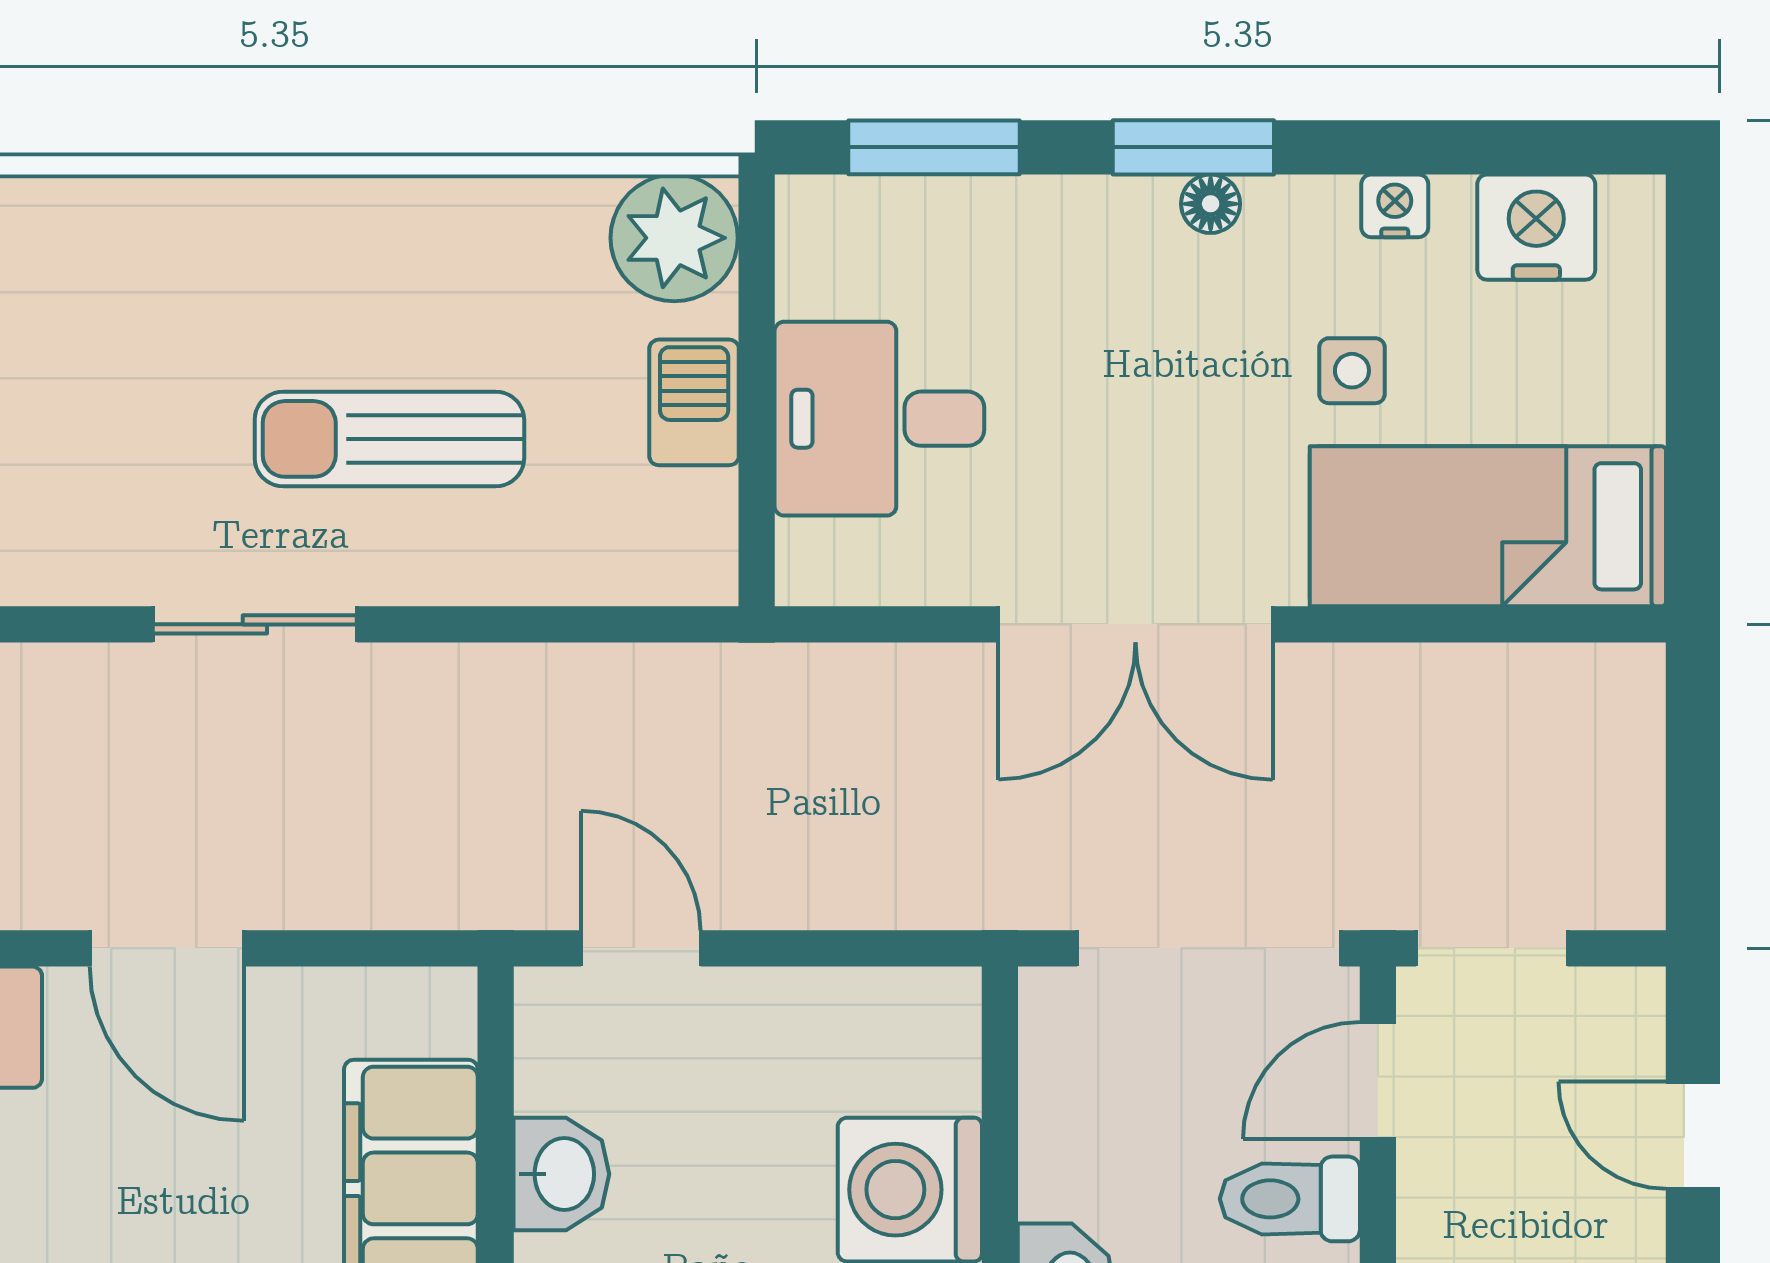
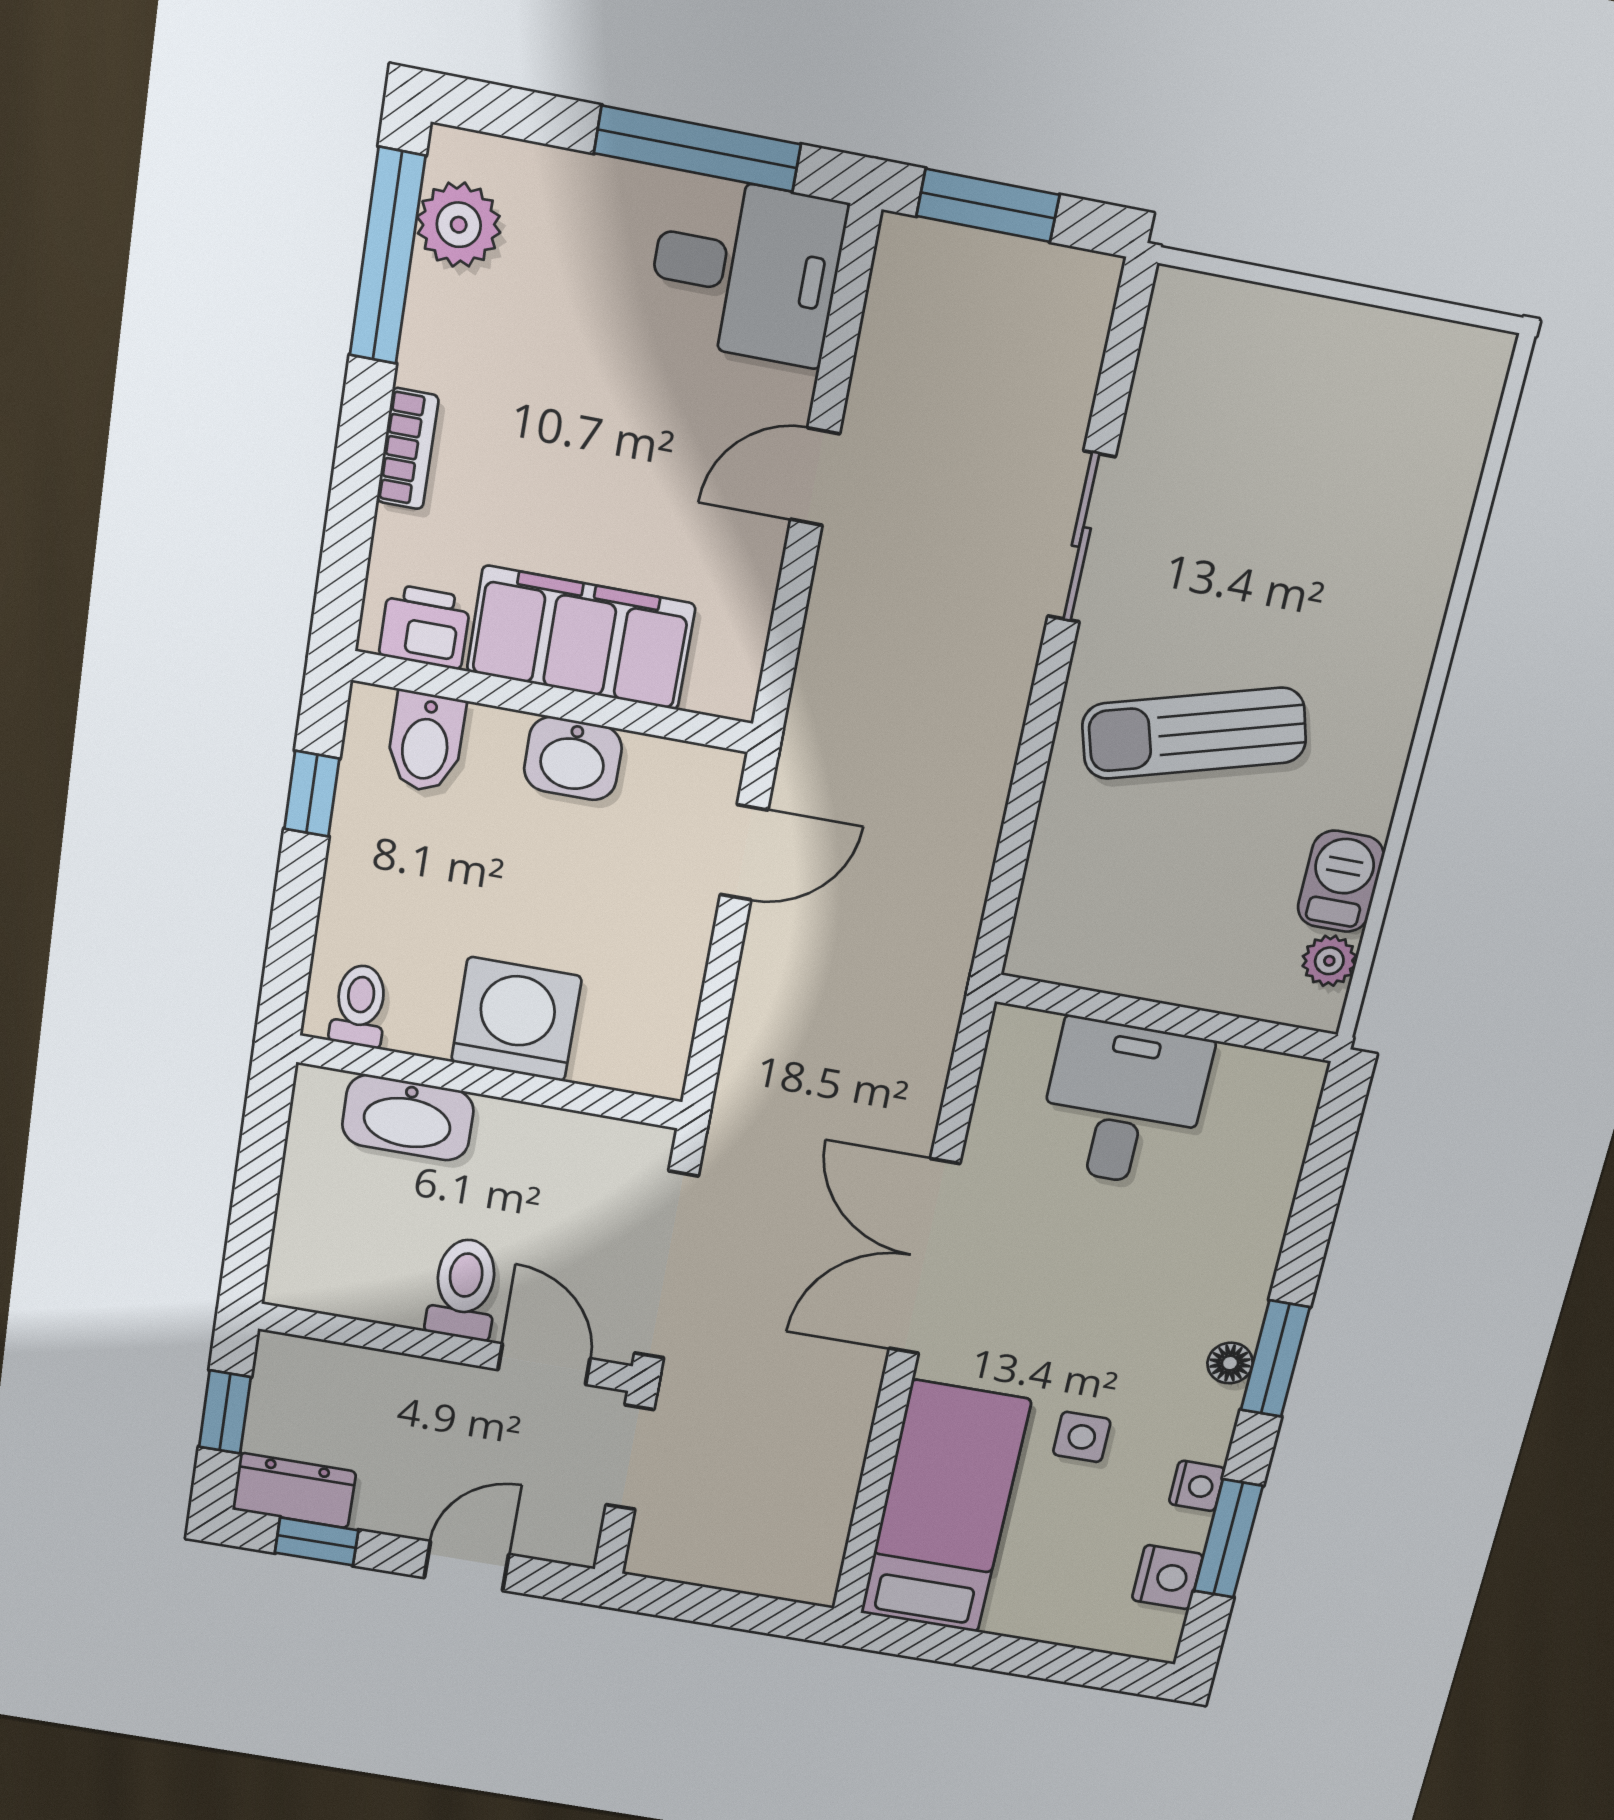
window: (934, 147) -> (1228, 1539), moved
nightstand: (1536, 227) -> (1167, 1577), width x0.74, depth x0.75
plant: (674, 238) -> (1329, 961), width x0.53, depth x0.53
barbecue: (694, 402) -> (1341, 881), moved, turned -90
sun lounger: (389, 439) -> (1194, 733), turned -106
sliding door: (255, 624) -> (1081, 537), moved
door: (167, 948) -> (815, 477), width x0.73

